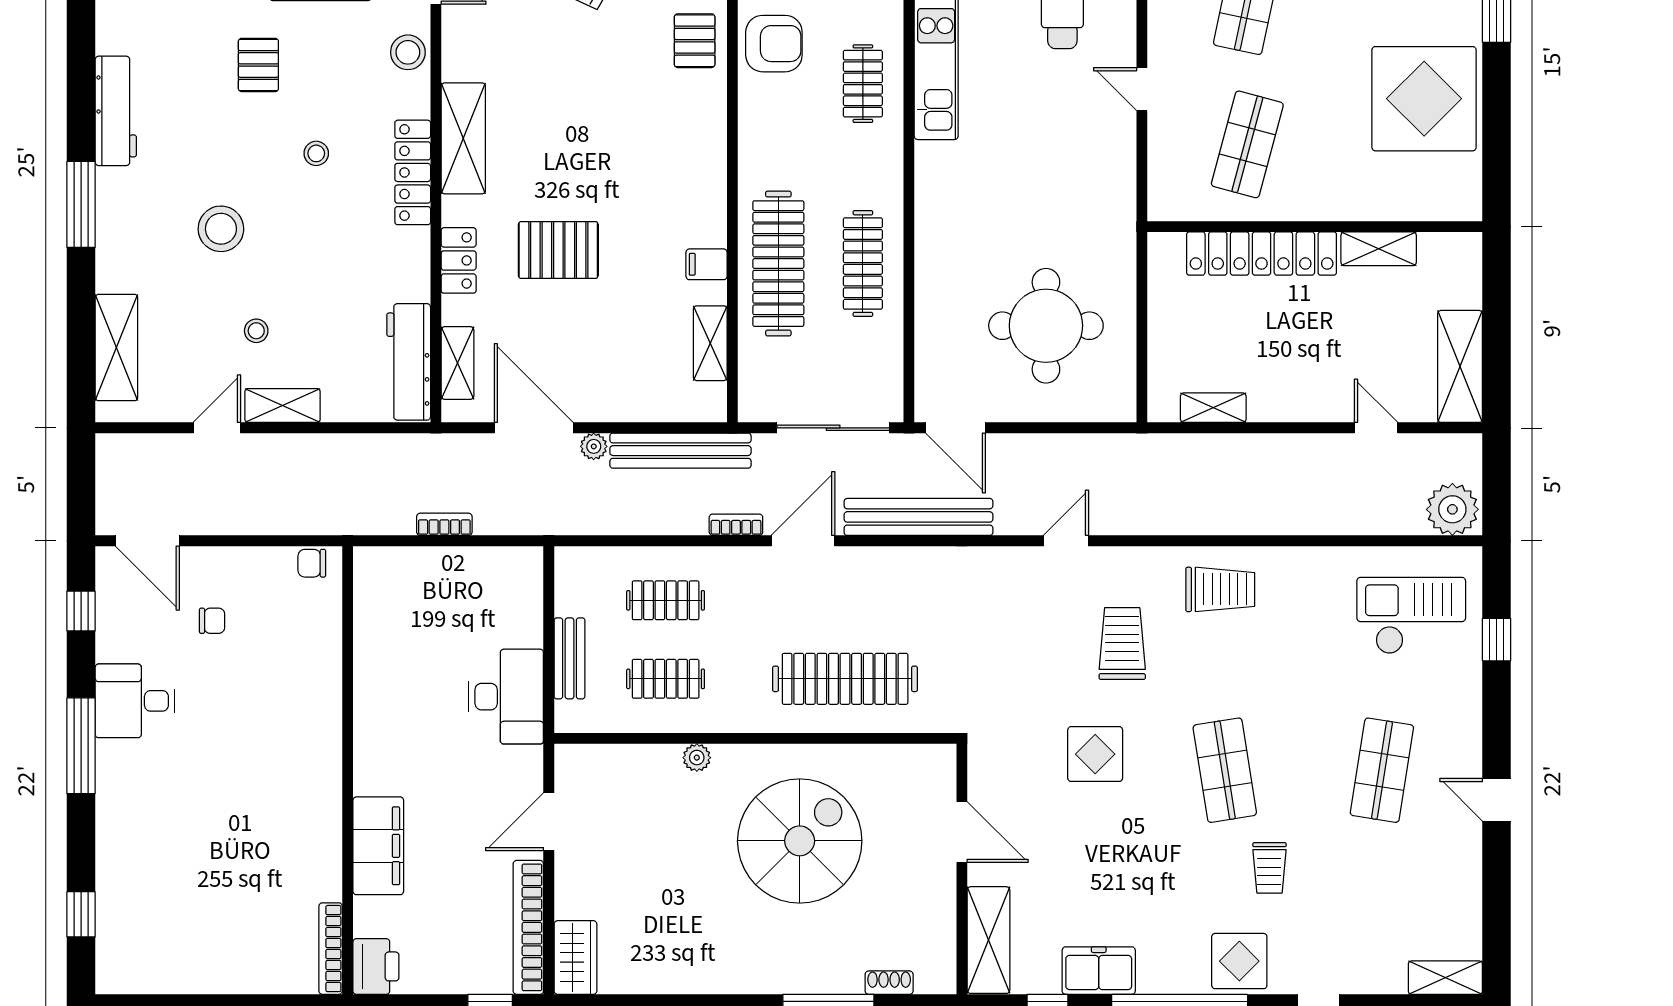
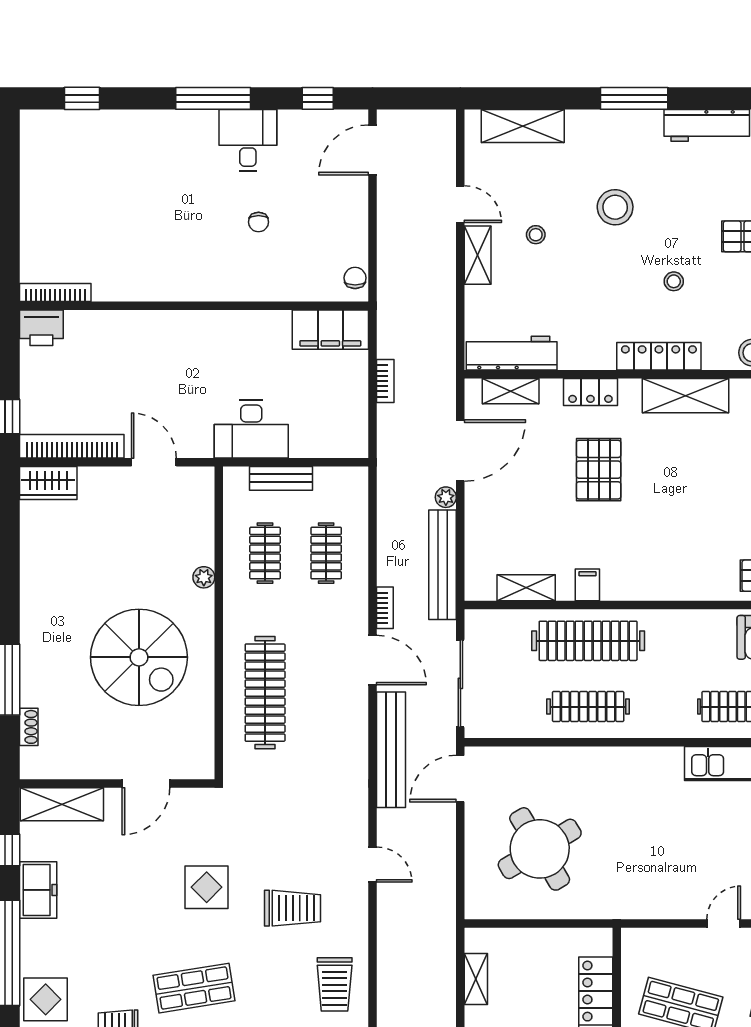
round table: (1046, 326) -> (540, 849), turned -31
chair: (212, 621) -> (259, 222), moved
filing cabinet: (378, 846) -> (330, 330), moved

